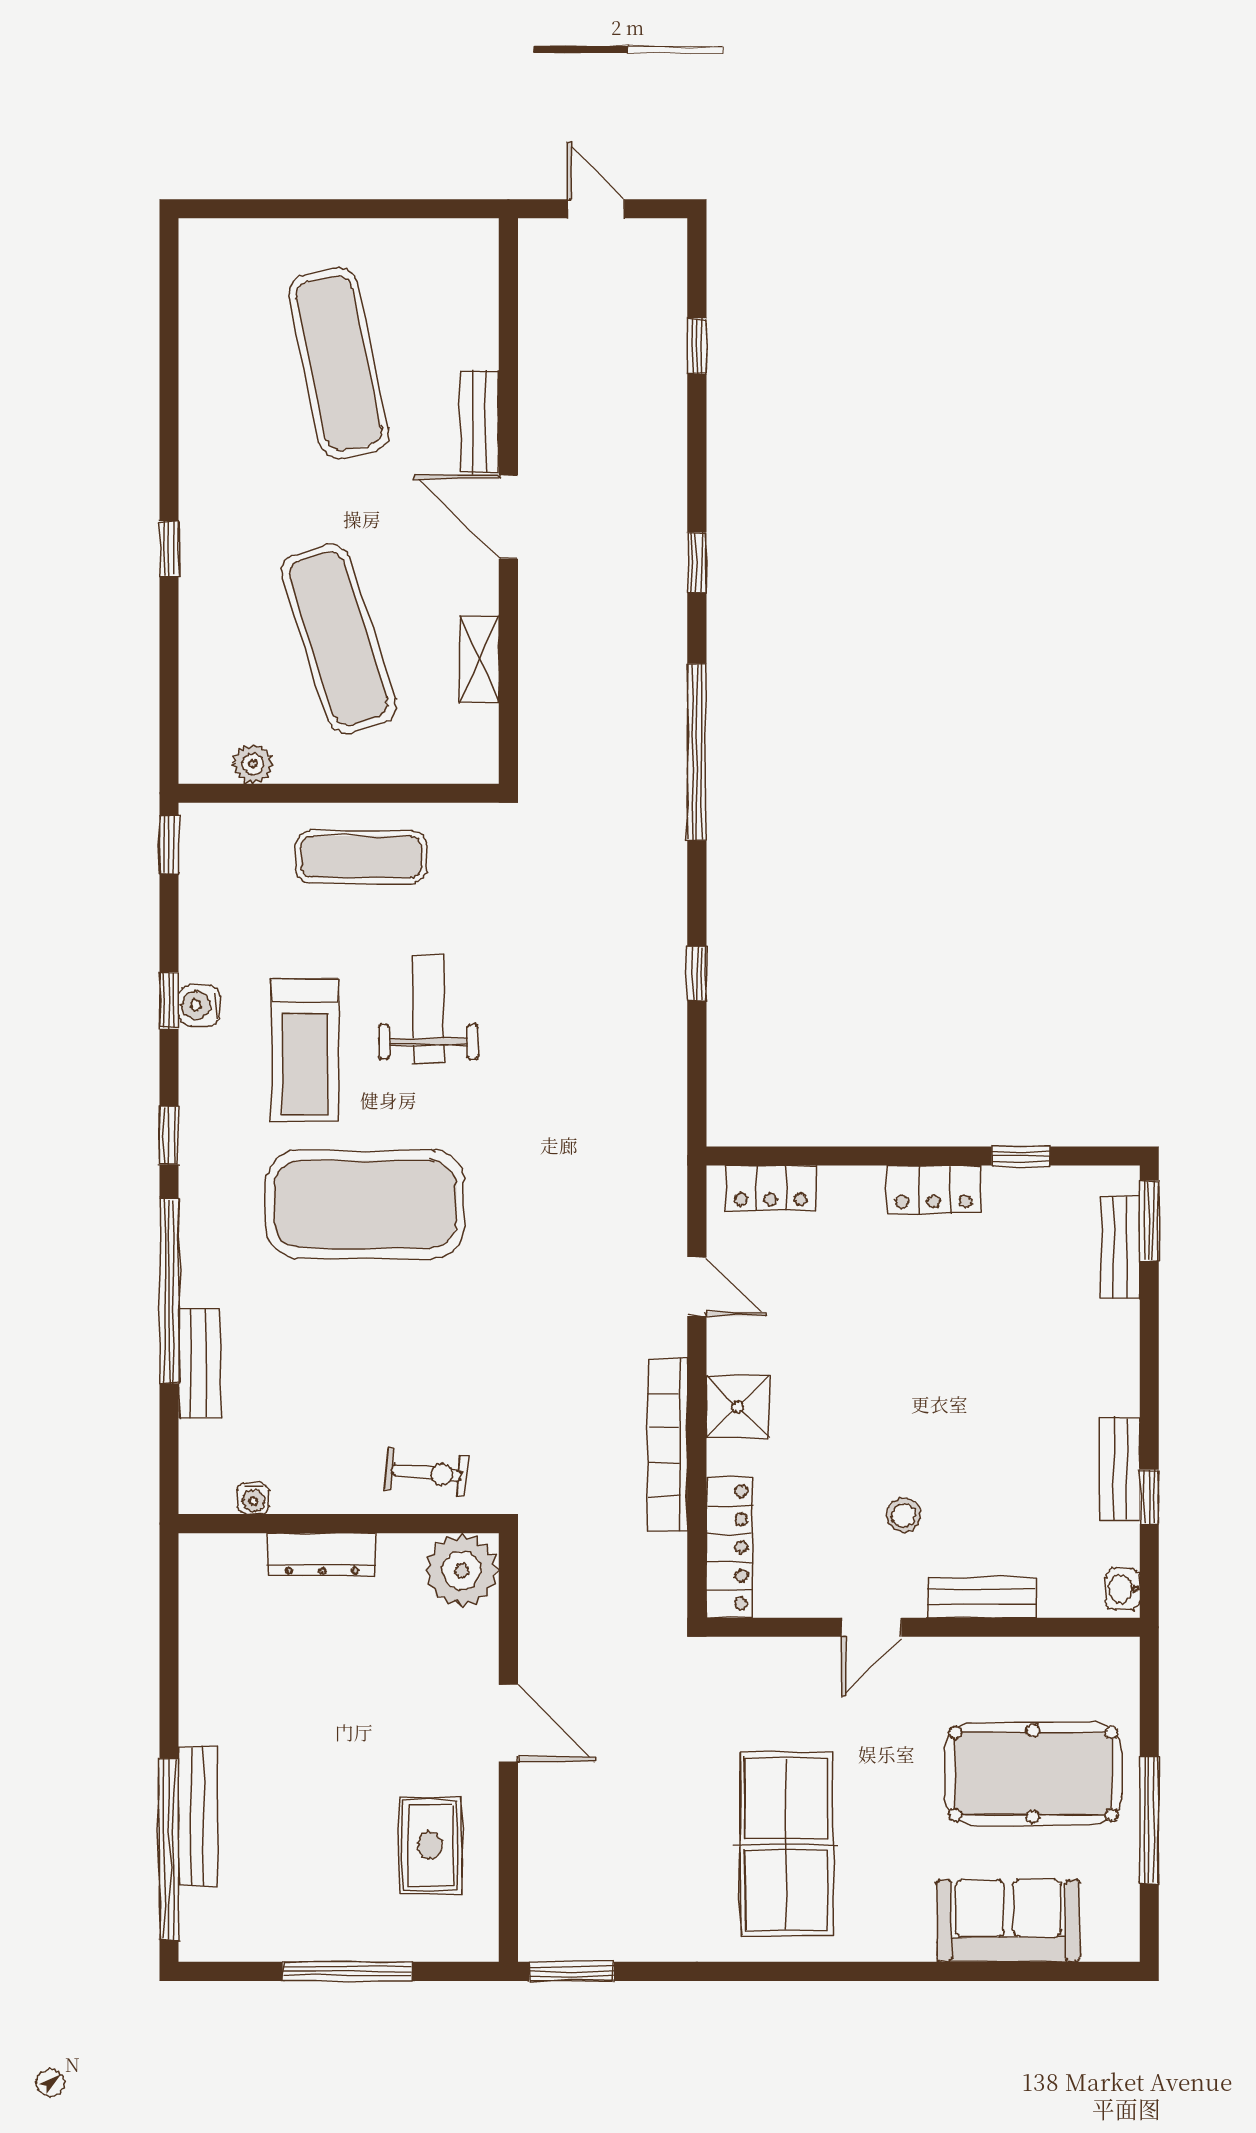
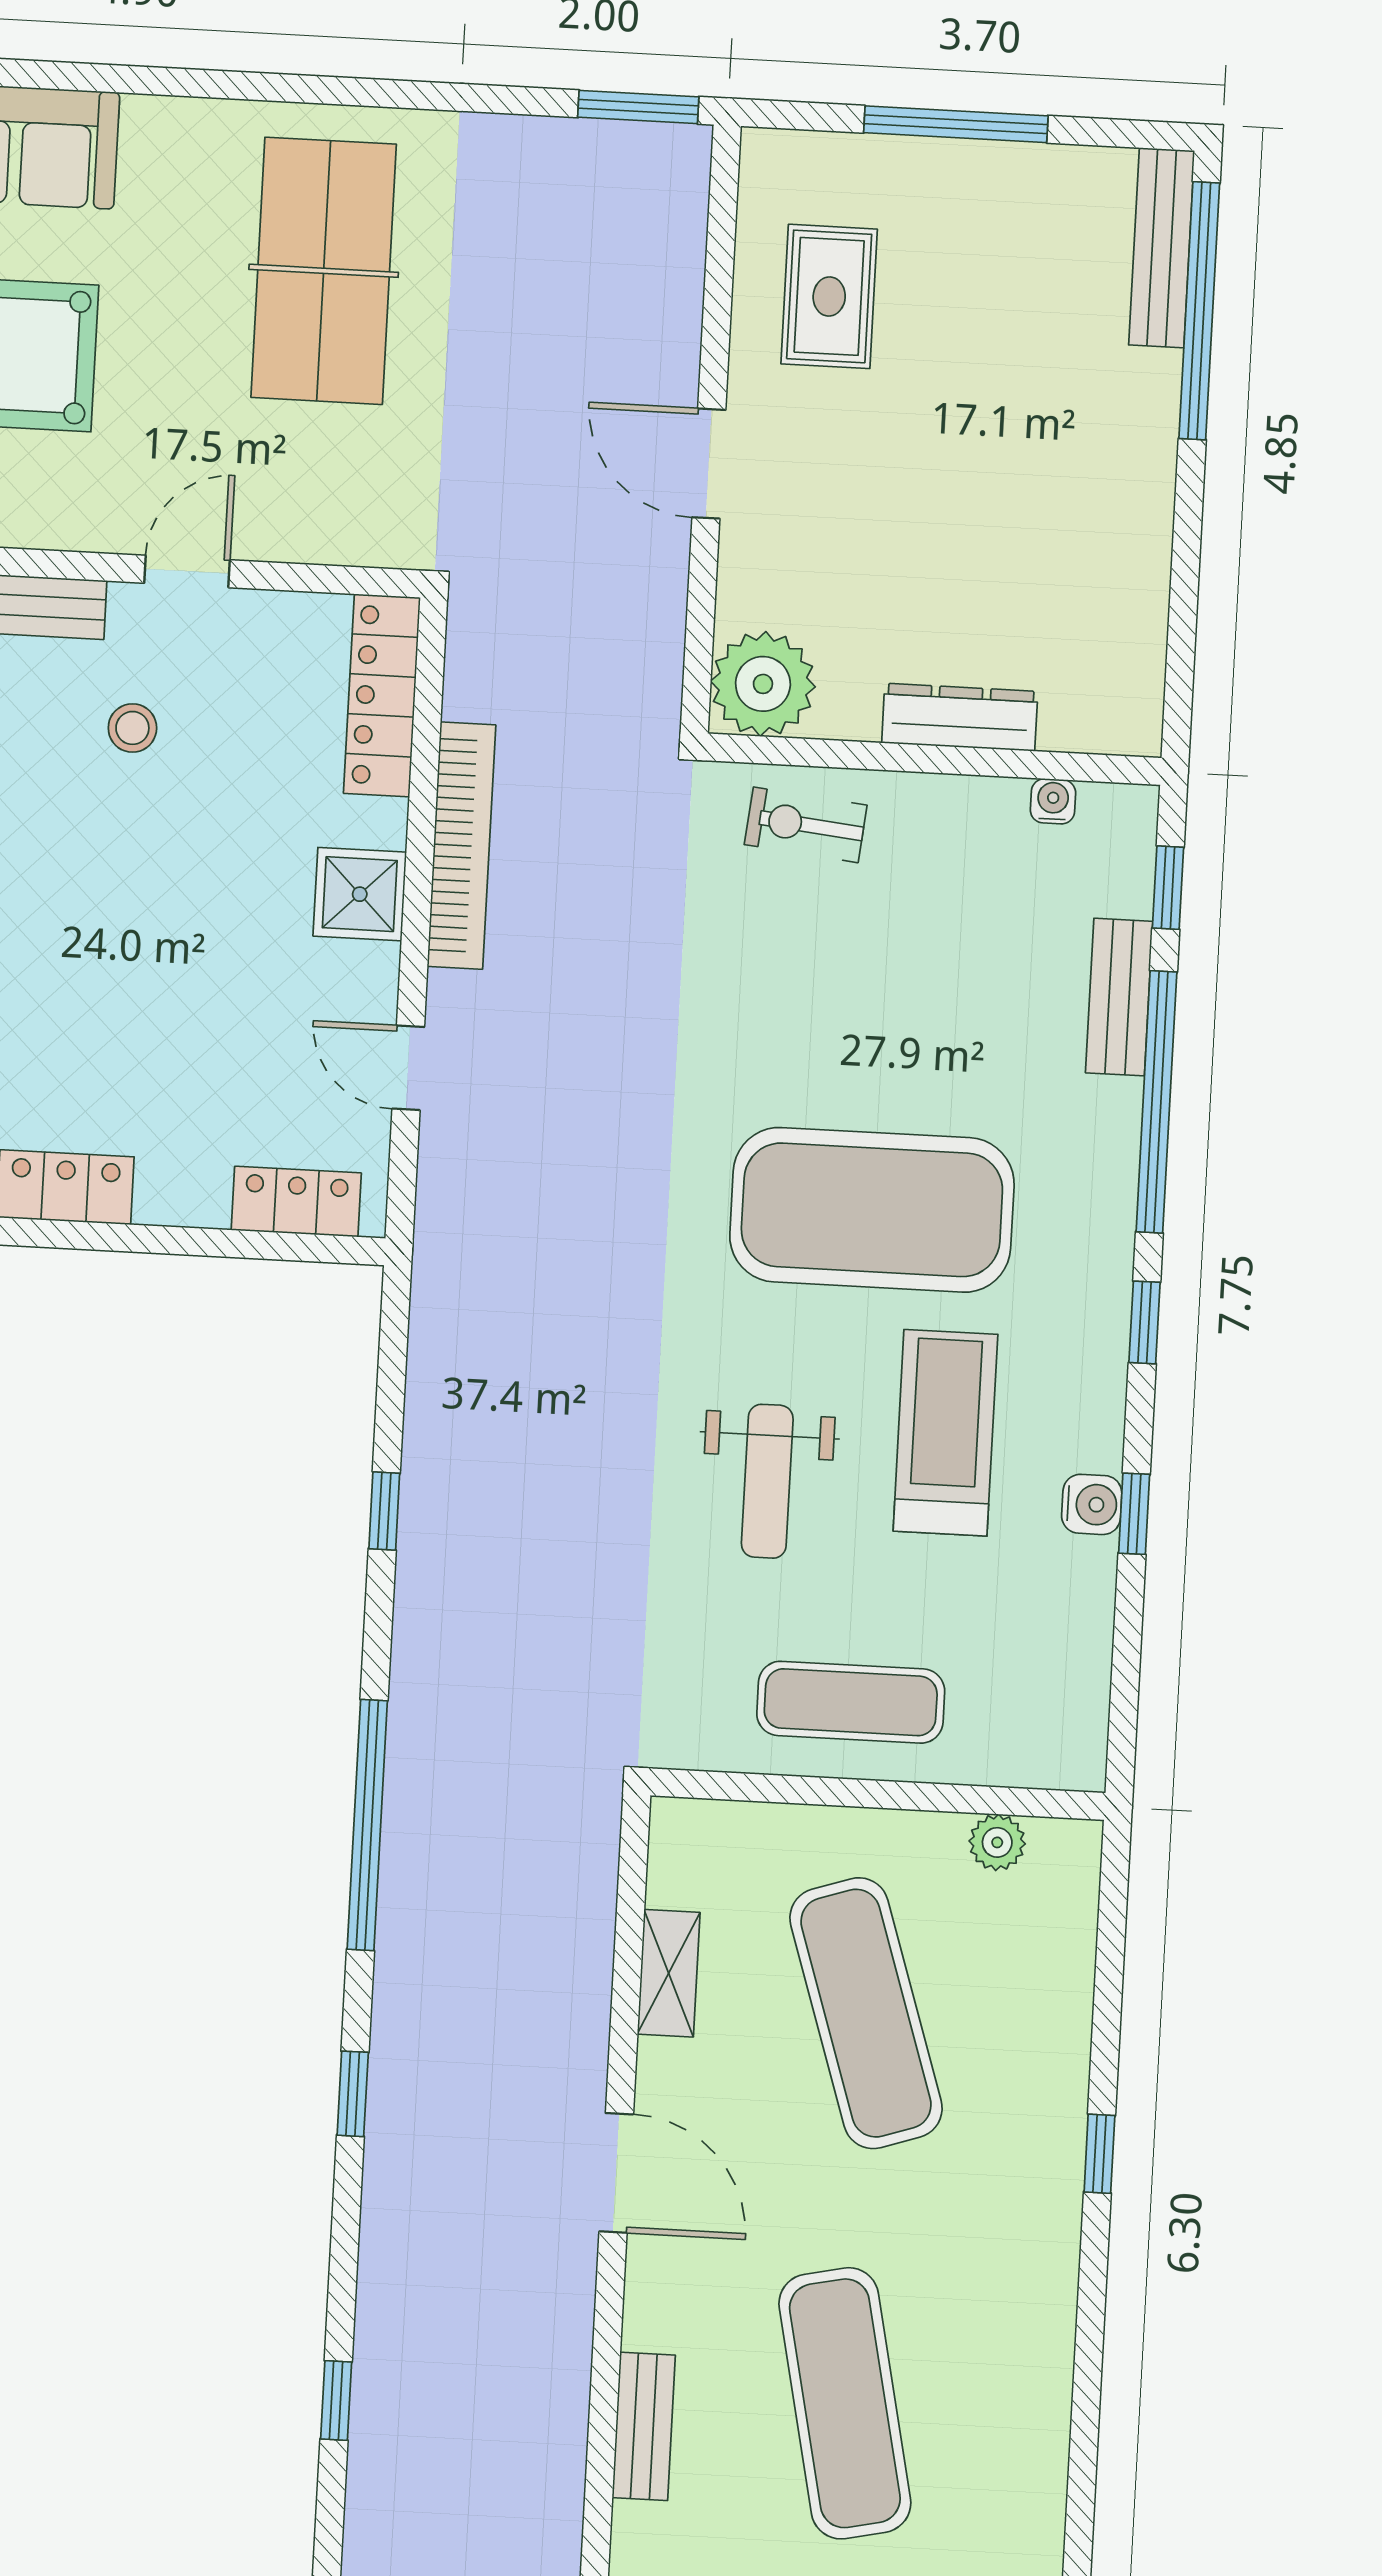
bench: (479, 422) -> (644, 2426), moved
window: (169, 845) -> (1168, 888), moved
bench: (198, 1816) -> (1162, 248), moved

